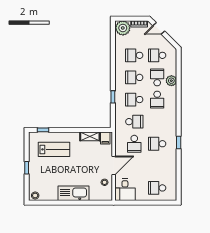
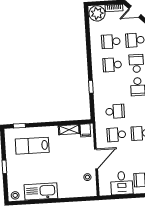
school desk: (134, 100) -> (114, 88), removed
school desk: (134, 144) -> (116, 135), turned 90
lab bench: (54, 149) -> (32, 146), turned 180
desk: (125, 190) -> (122, 183), moved
kitchen sink: (73, 193) -> (41, 191), moved

